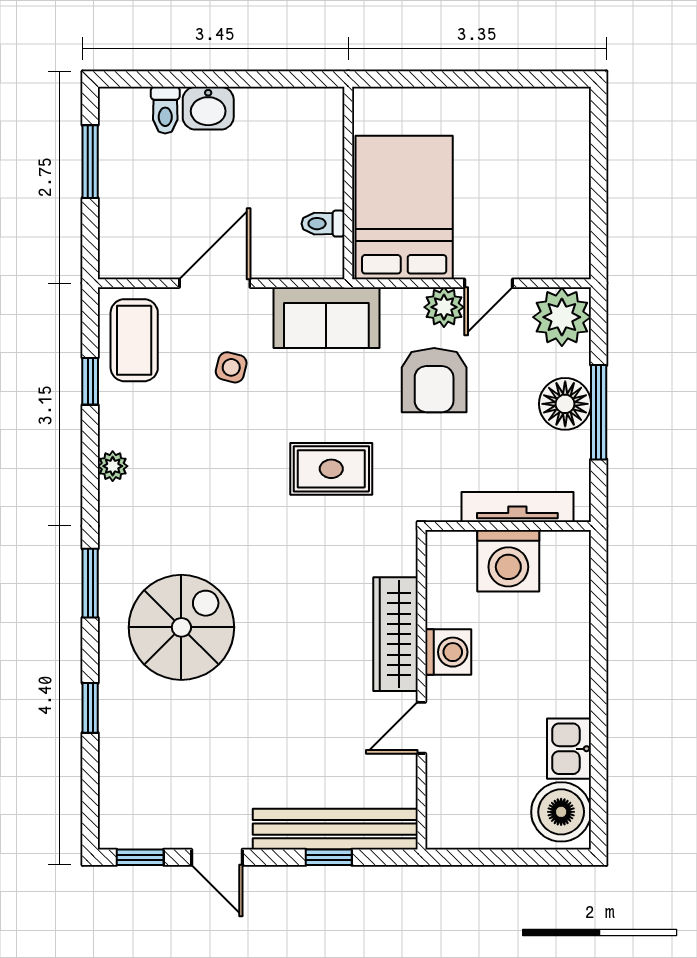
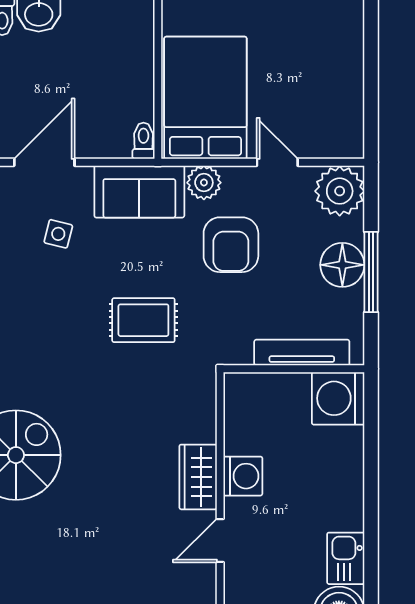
toilet: (323, 224) -> (143, 141), moved, turned 90
door: (489, 283) -> (277, 162), swing flipped
plant: (444, 307) -> (204, 183), moved
washing machine: (508, 561) -> (338, 398), moved, turned 90
wardrobe: (396, 634) -> (198, 477), width x0.67

